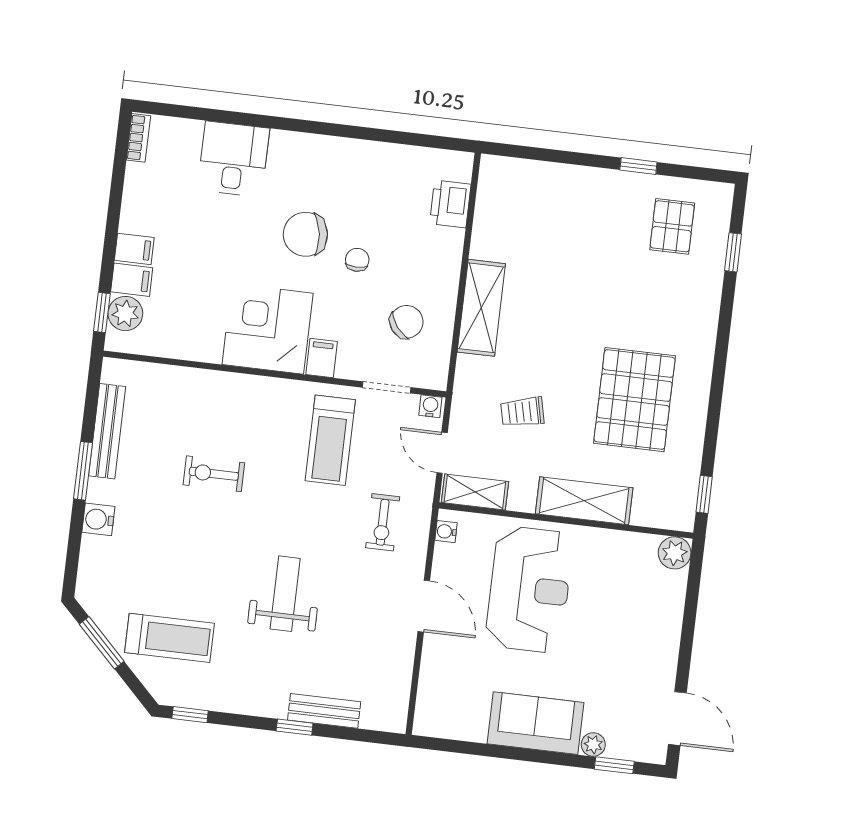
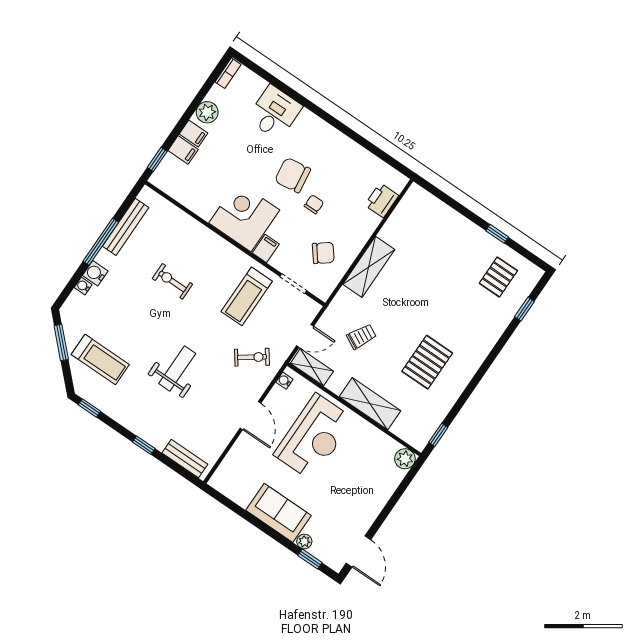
plant: (125, 314) -> (207, 112), moved
pallet: (635, 400) -> (427, 362), width x0.73, depth x0.71
water cooler: (430, 406) -> (83, 286), moved, turned -90
trolley: (522, 412) -> (361, 337), turned 130
door: (442, 453) -> (305, 336), swing flipped
window: (83, 471) -> (101, 242), width x1.44
exercise bike: (383, 522) -> (252, 357), turned -126
bench: (324, 711) -> (185, 459), moved

